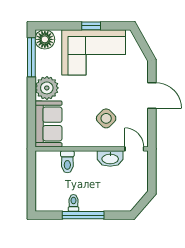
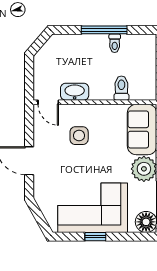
side table: (106, 118) -> (79, 136), turned 45

